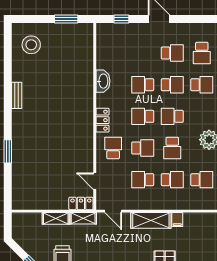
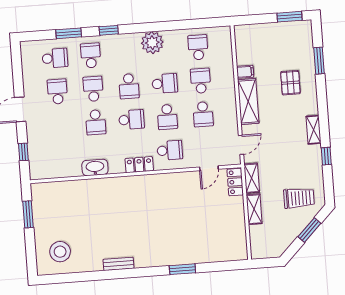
school desk: (143, 116) -> (131, 120), turned -90
school desk: (113, 148) -> (170, 150), turned 180
school desk: (143, 148) -> (167, 117), turned 180

